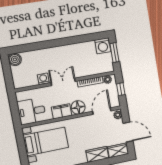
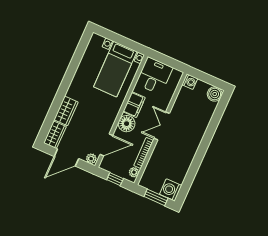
washing machine: (43, 79) -> (190, 82), moved
double door: (63, 82) -> (162, 126), swing flipped
door: (102, 111) -> (106, 145), hinge flipped

